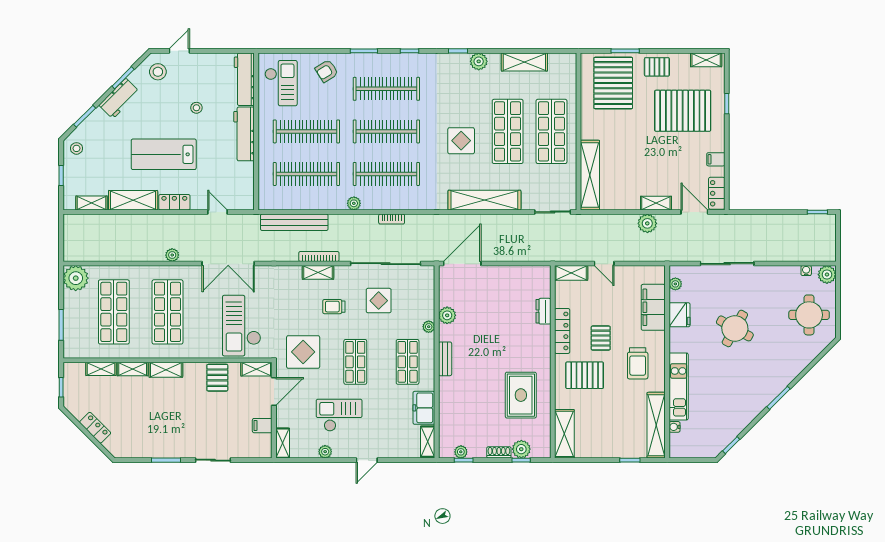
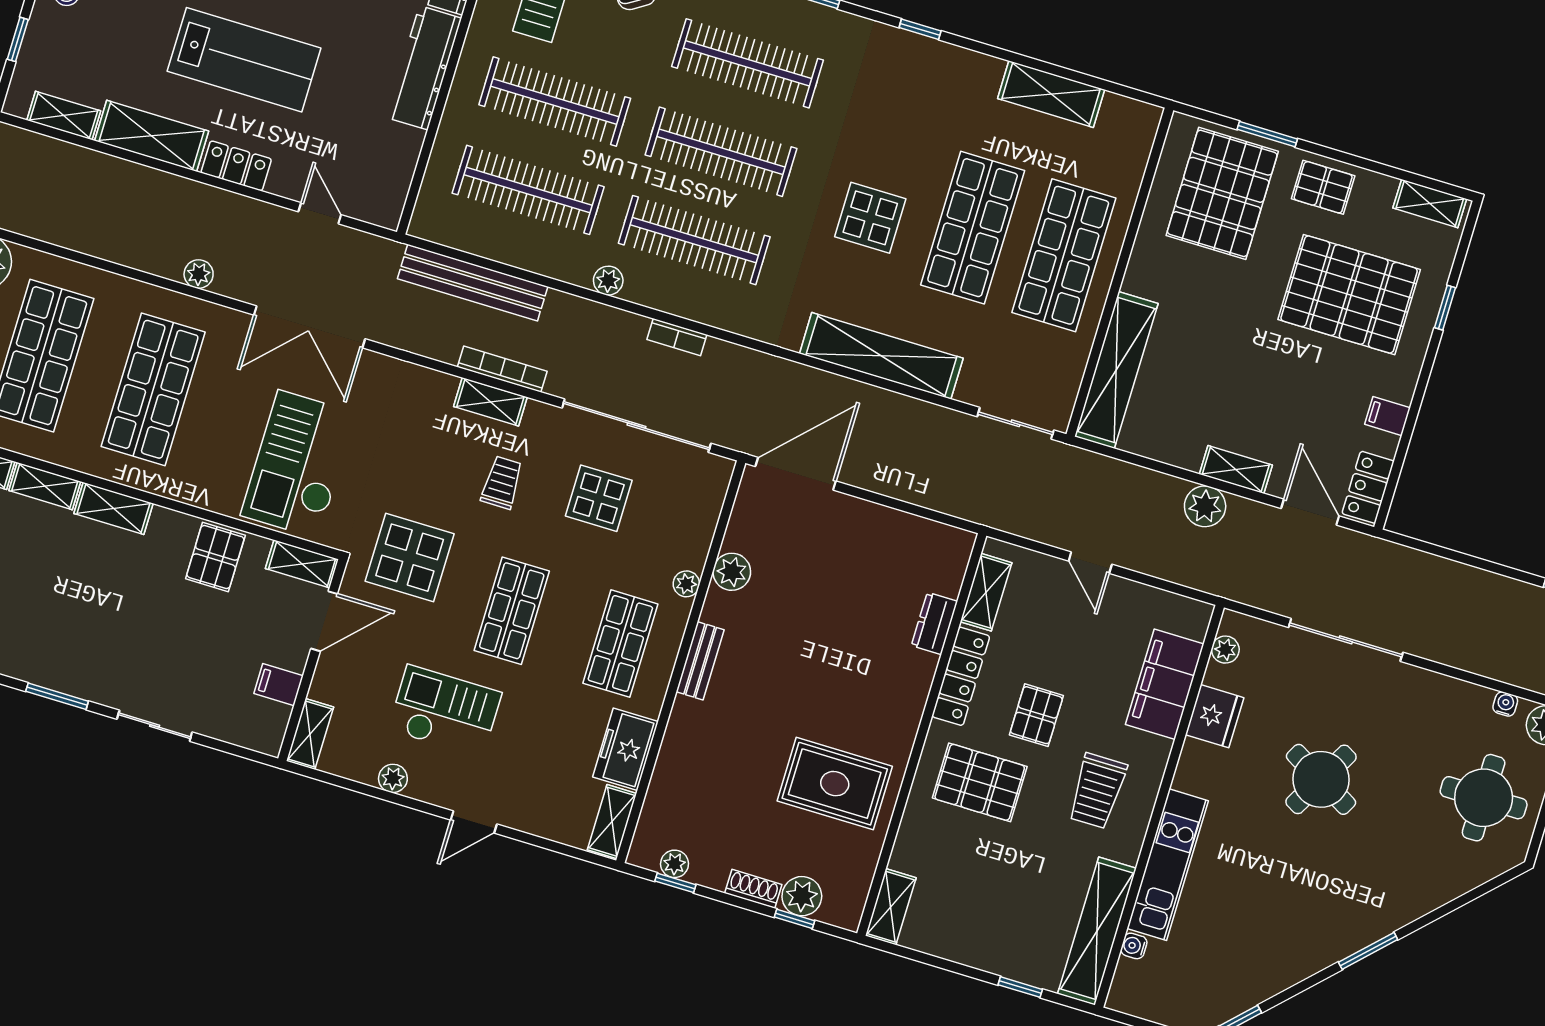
plant: (479, 61) -> (956, 64), removed
lab bench: (164, 154) -> (244, 60), turned 180
shelving: (571, 273) -> (986, 592), moved, turned 90
trolley: (334, 307) -> (502, 483), turned 90
rug: (521, 395) -> (835, 784), turned 90
shelving: (564, 434) -> (891, 907), width x0.67, depth x0.75

